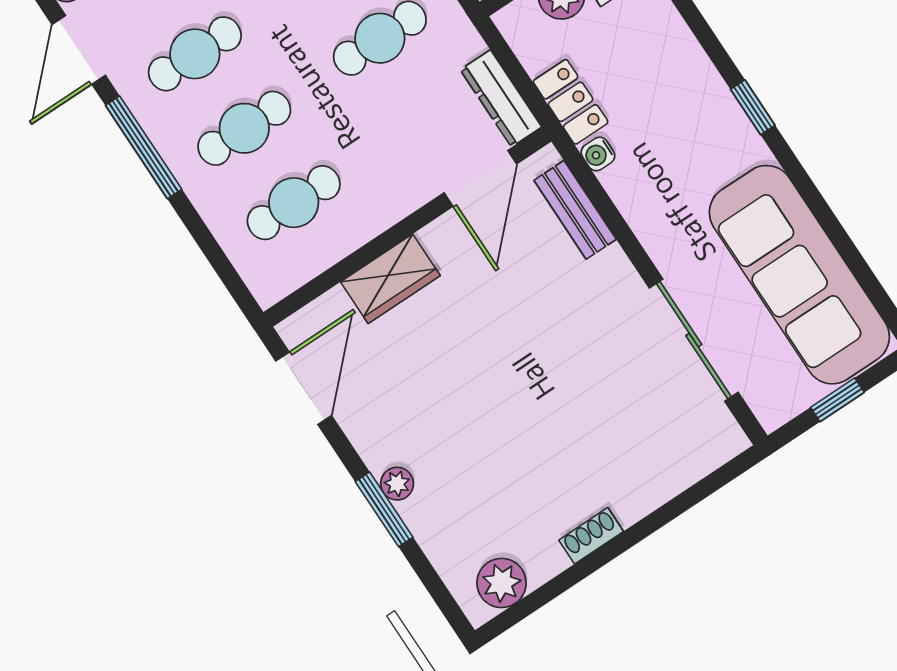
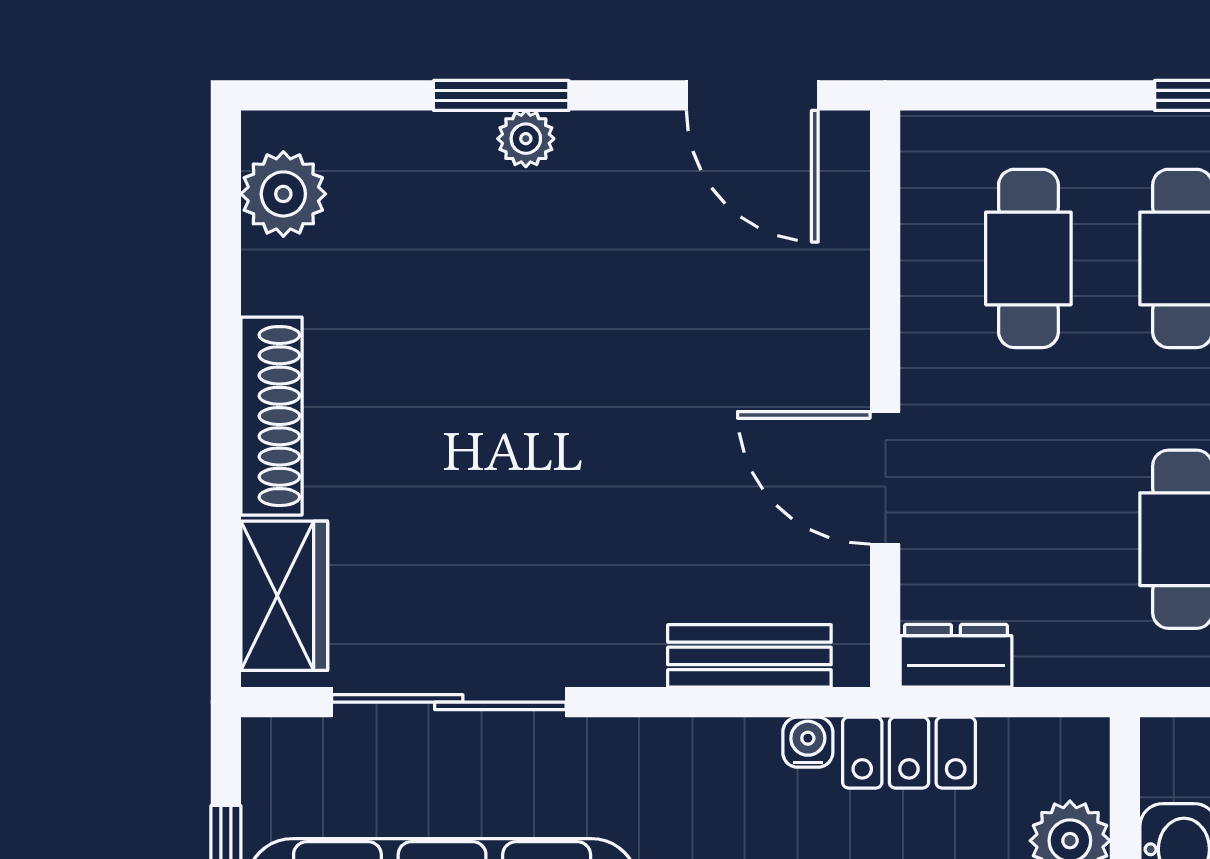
dresser: (501, 98) -> (956, 656), width x0.70
door: (480, 178) -> (885, 478), moved
wardrobe: (390, 279) -> (284, 596), moved, turned 180
shoe rack: (591, 536) -> (271, 416), width x1.94, depth x1.24

